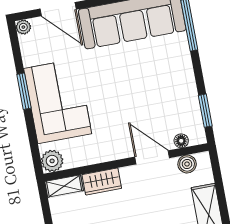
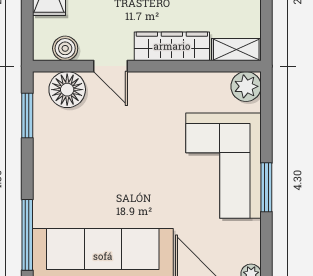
floor lamp: (181, 141) -> (67, 90), width x1.89, depth x1.89
door: (152, 157) -> (110, 66), width x0.73
wardrobe: (102, 181) -> (172, 46), width x1.50

